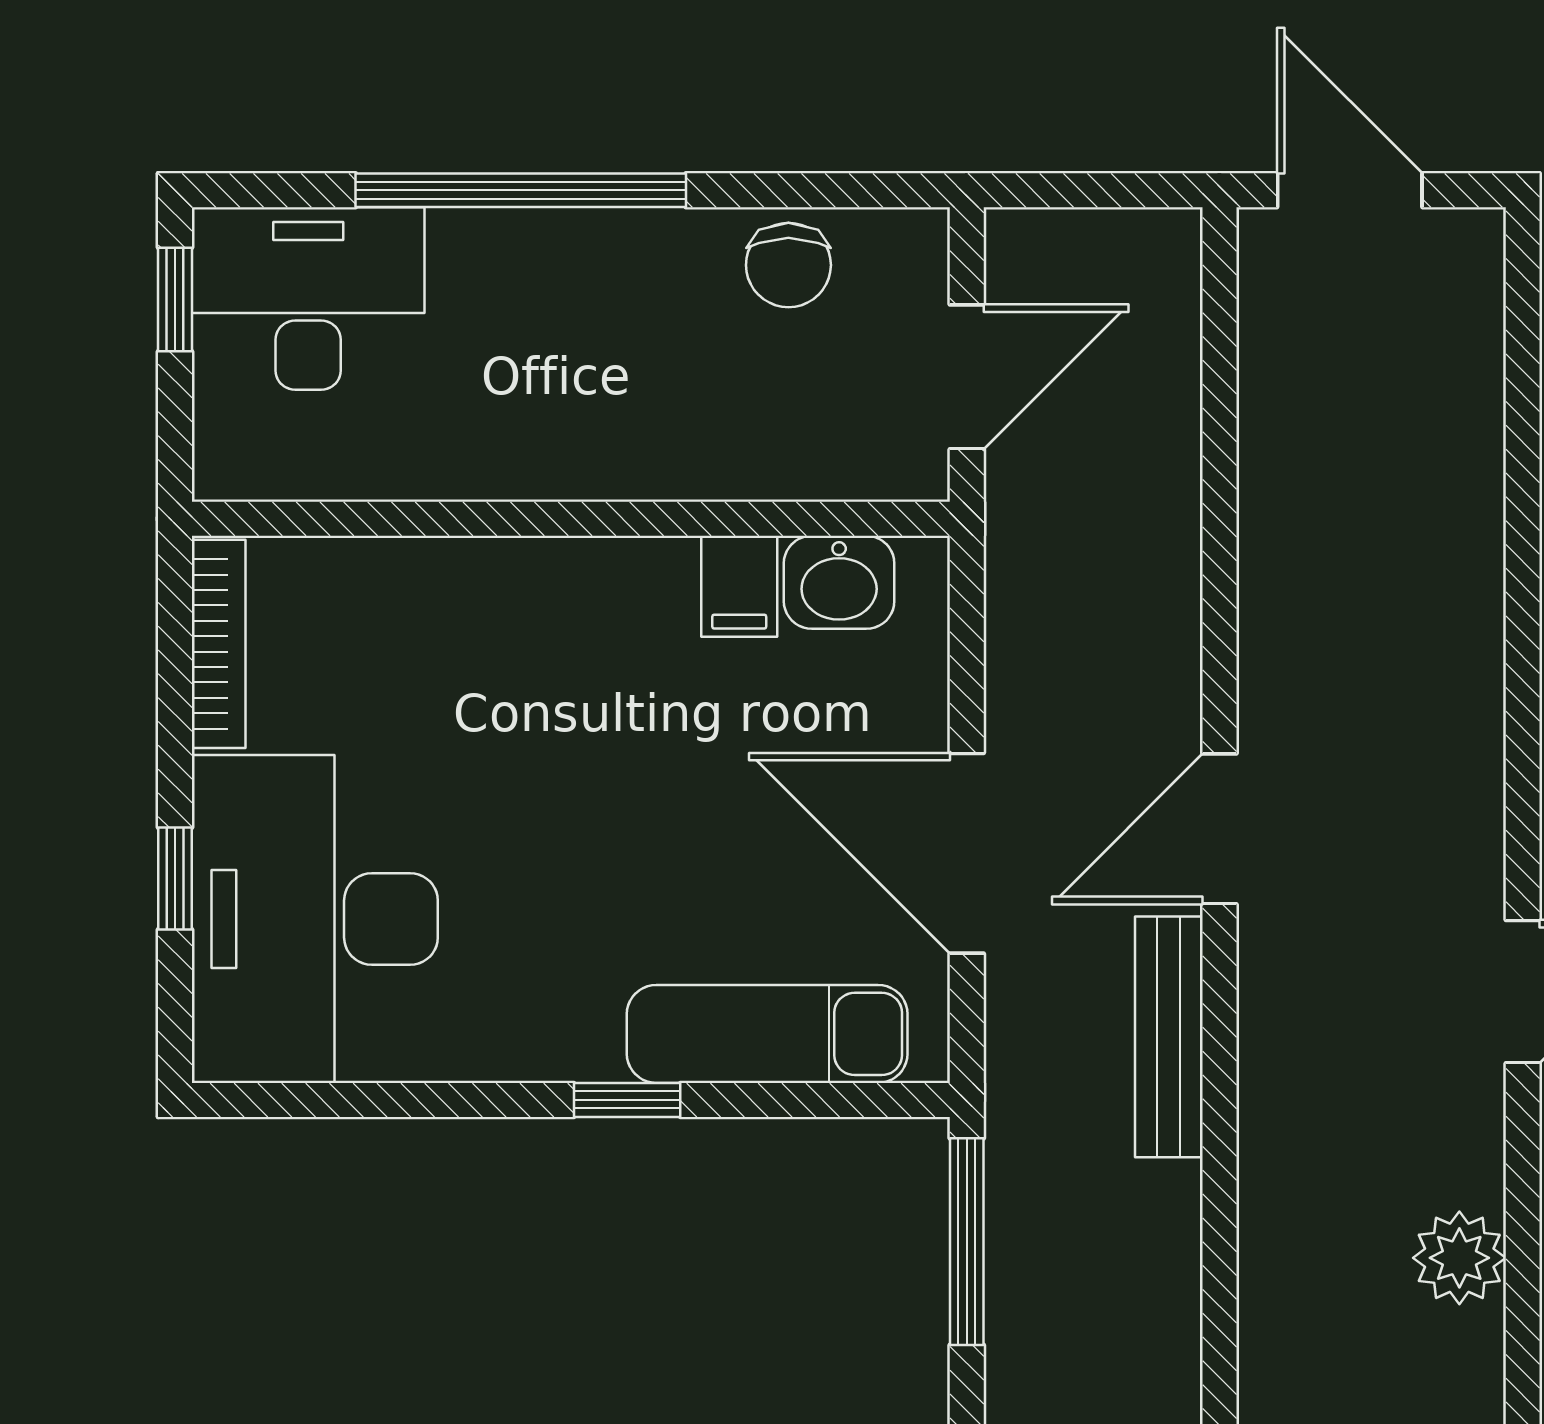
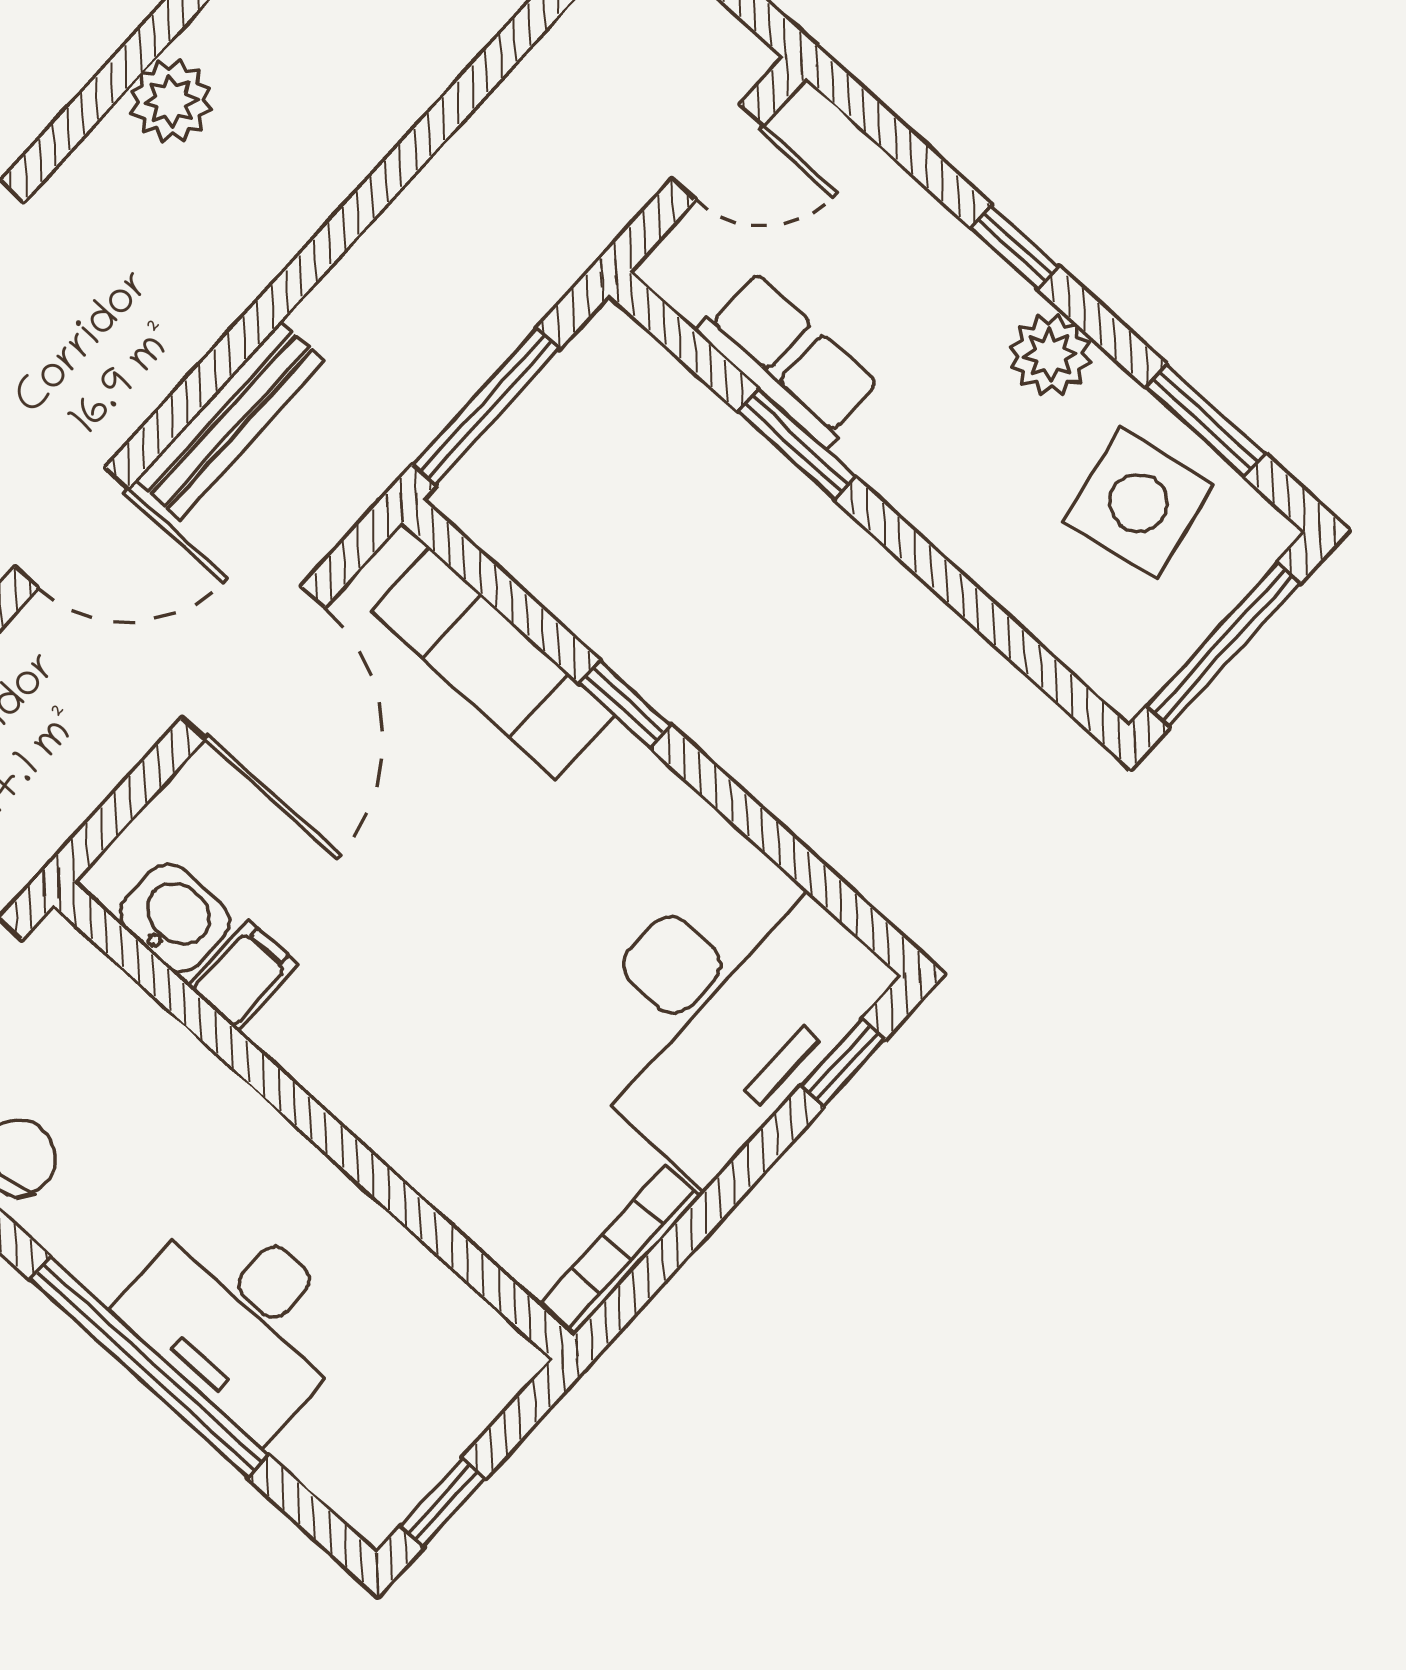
desk: (308, 298) -> (240, 1319), moved
window: (175, 879) -> (843, 1063), moved

